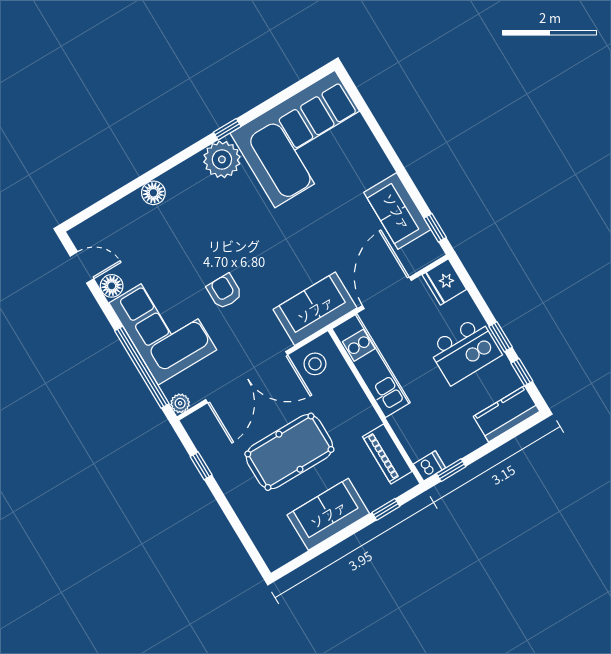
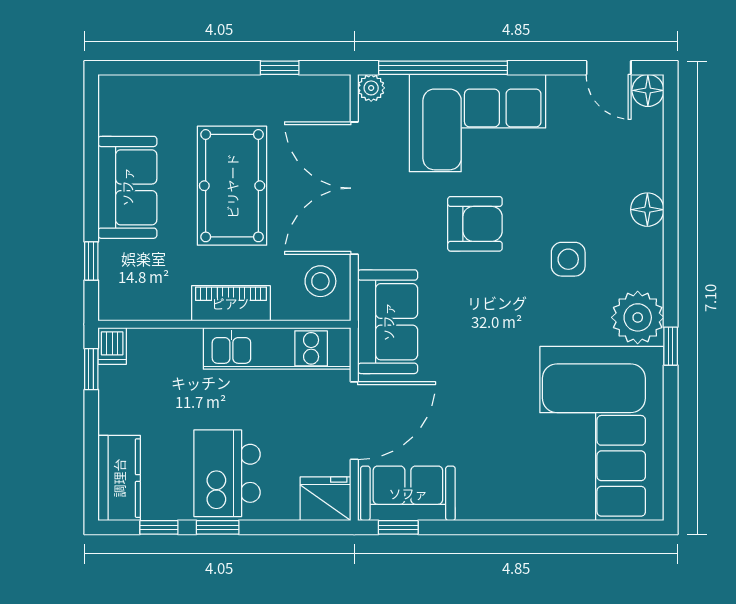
sofa: (397, 211) -> (408, 493), moved
side table: (212, 222) -> (568, 259), added
door: (82, 267) -> (609, 68), hinge flipped
floor lamp: (112, 286) -> (648, 90), moved
armchair: (224, 291) -> (475, 224), width x1.38, depth x1.38
door: (387, 293) -> (354, 421), hinge flipped
piano: (387, 454) -> (231, 303), moved

